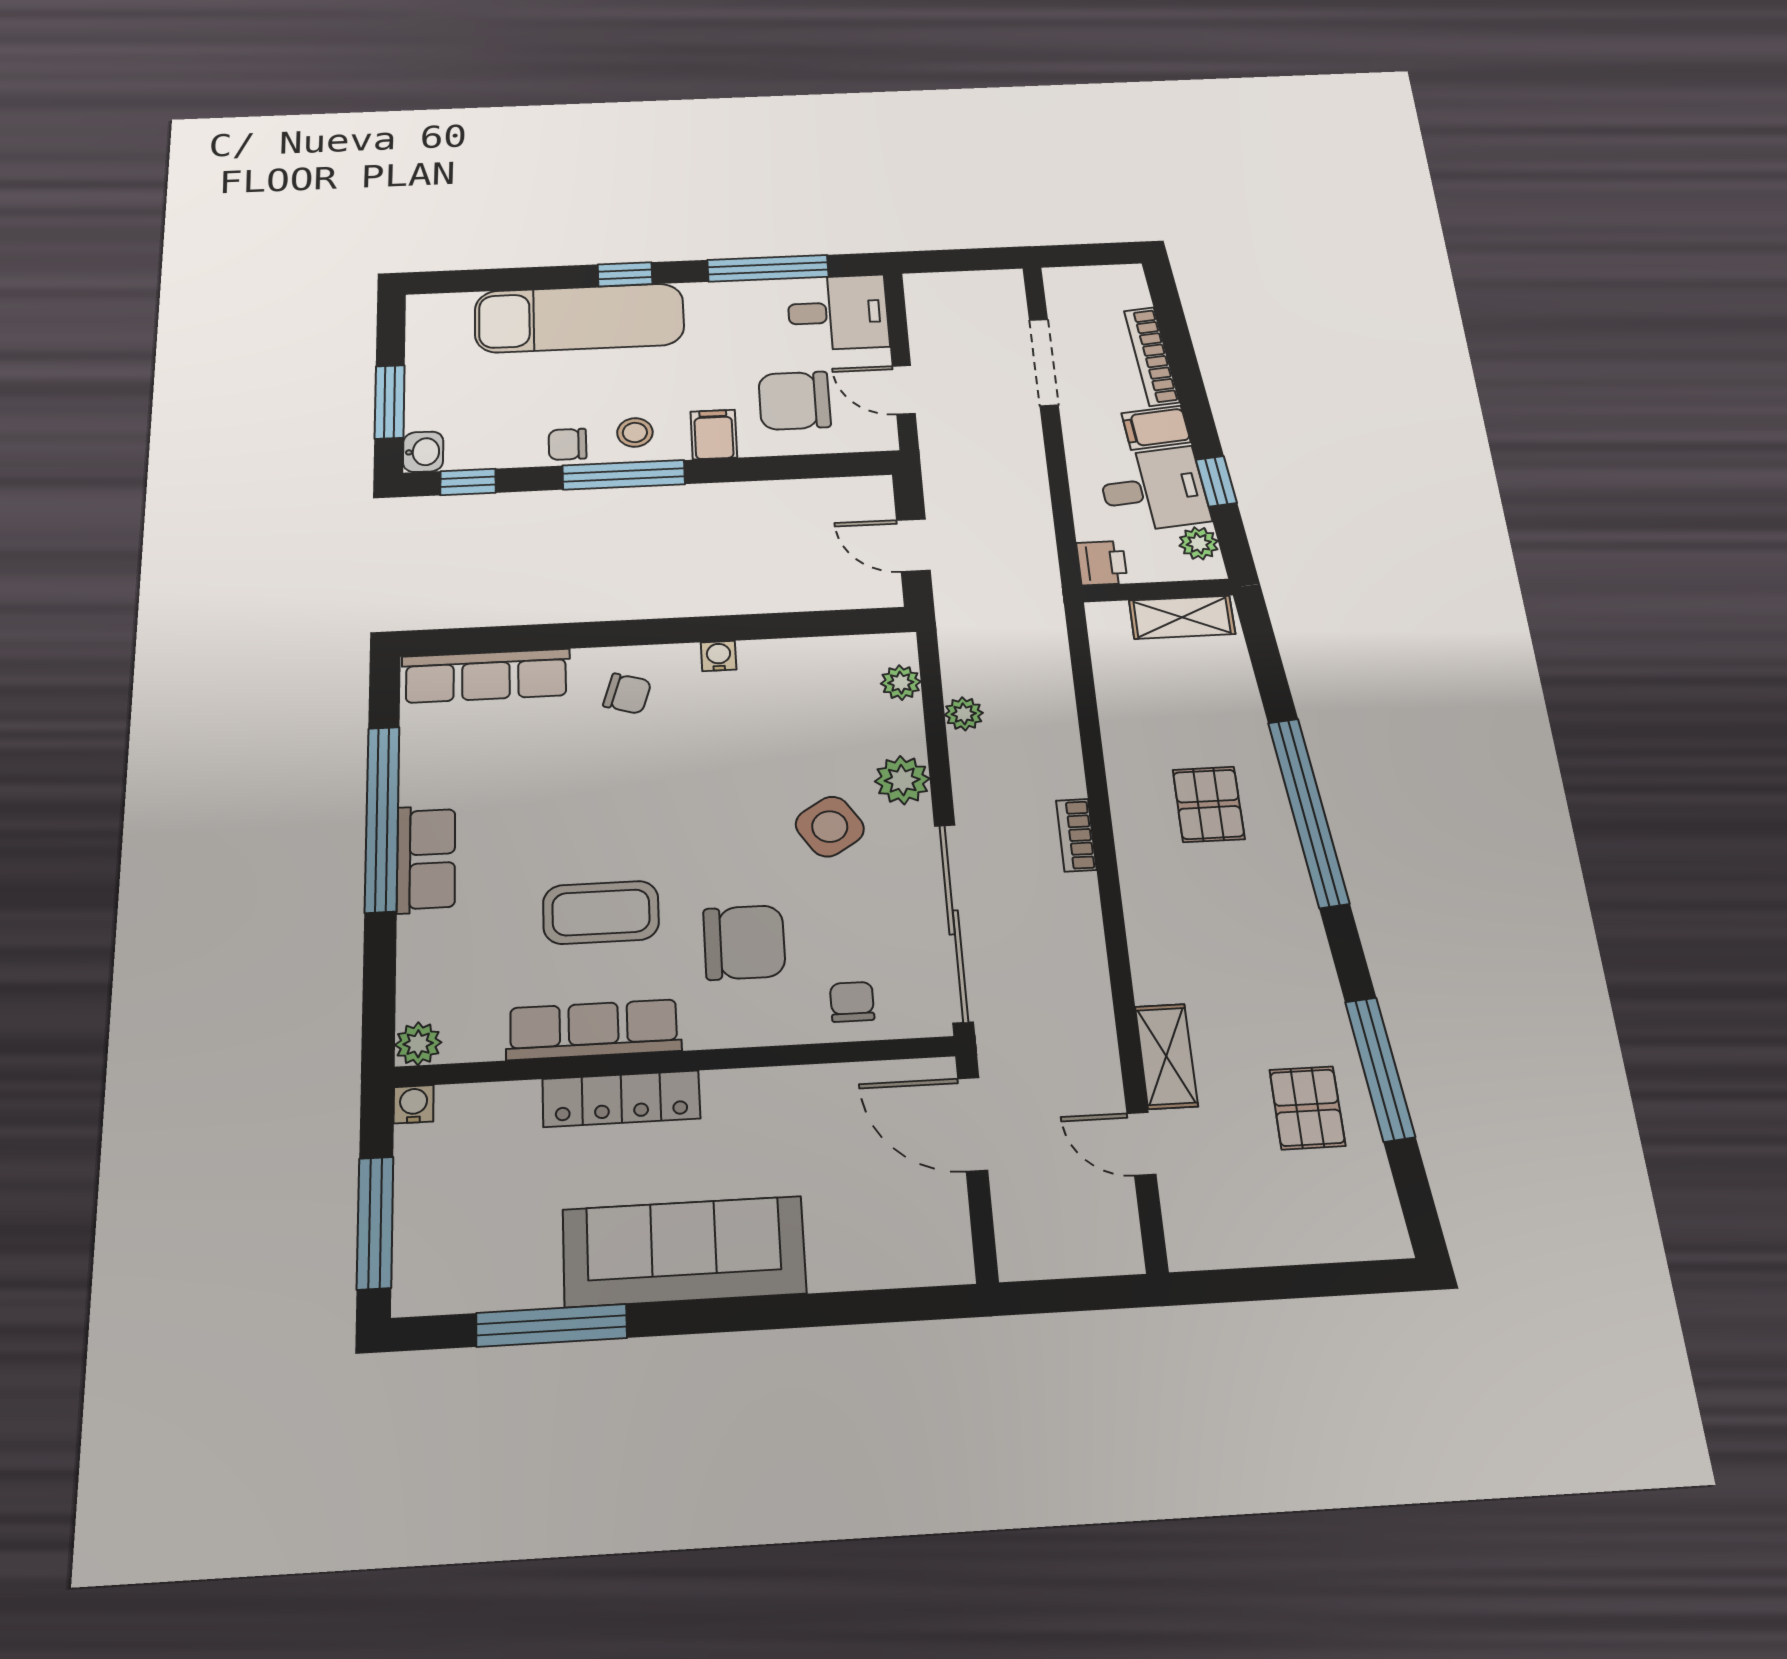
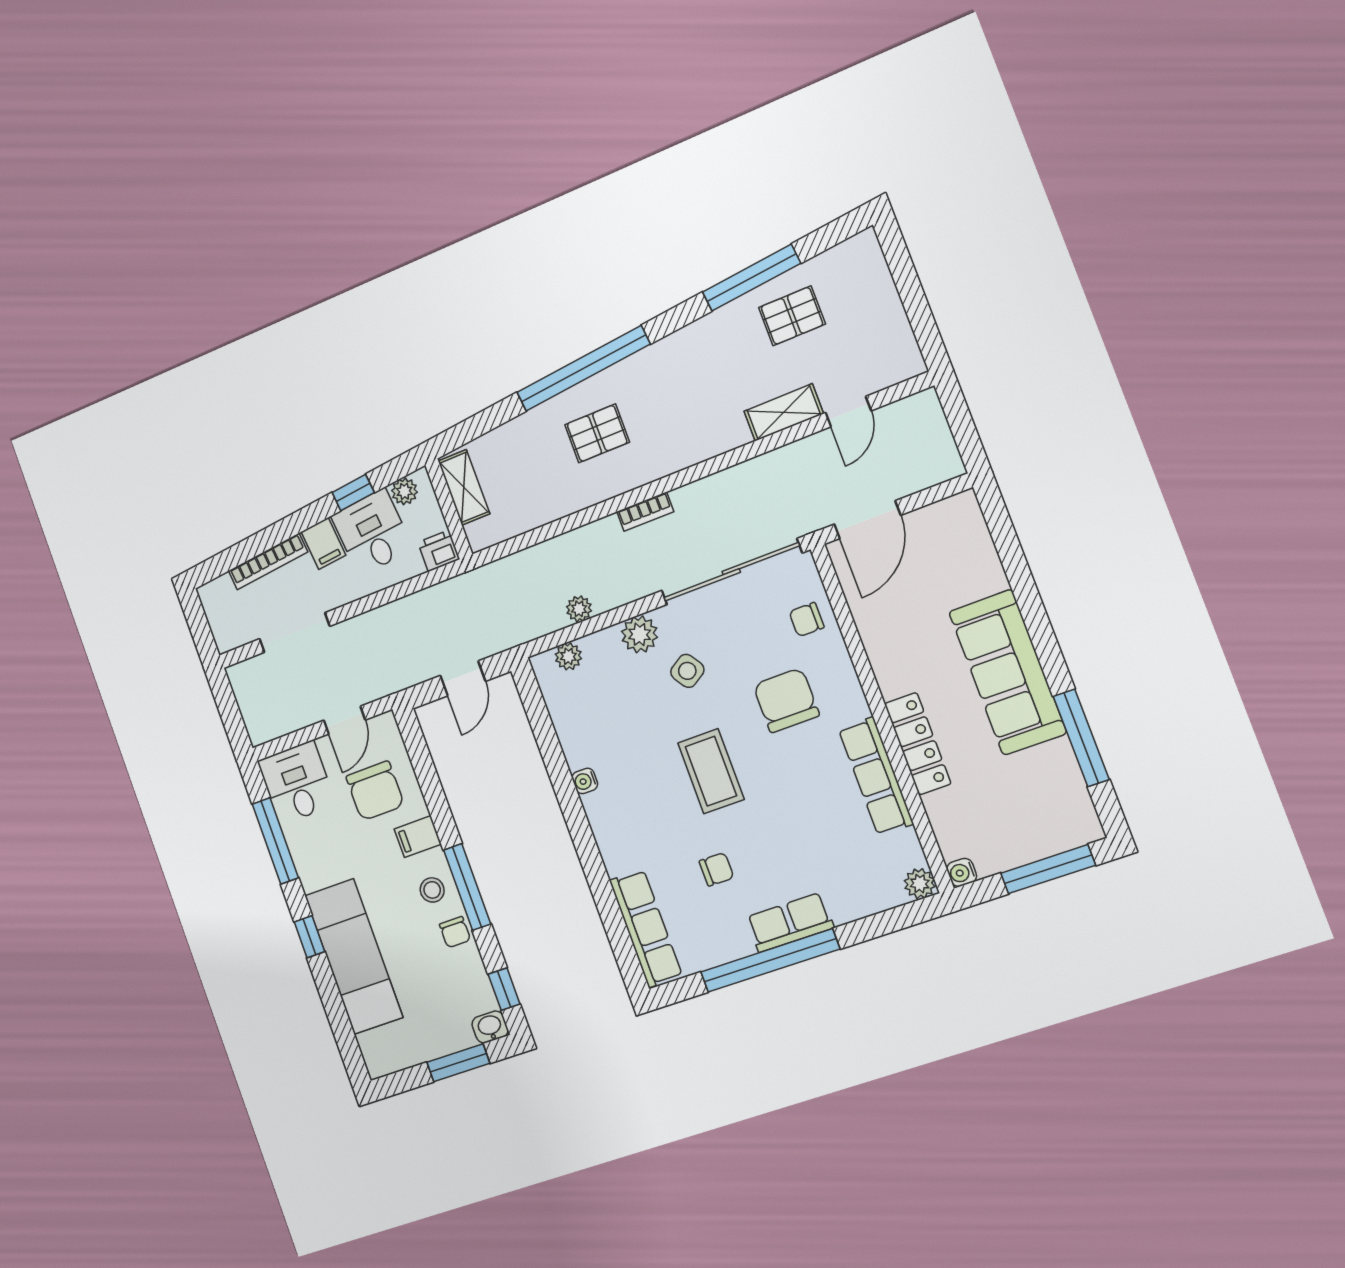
chair: (627, 694) -> (717, 869), moved, turned 73
side table: (830, 827) -> (687, 671), width x0.73, depth x0.73
coffee table: (601, 912) -> (711, 771), moved

